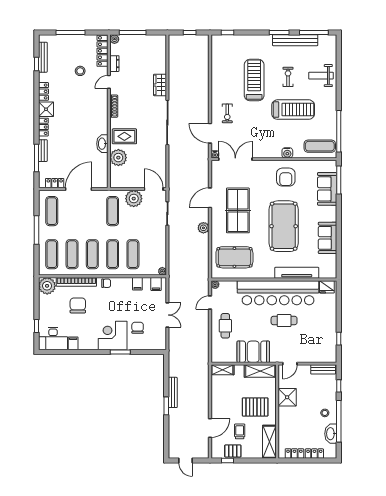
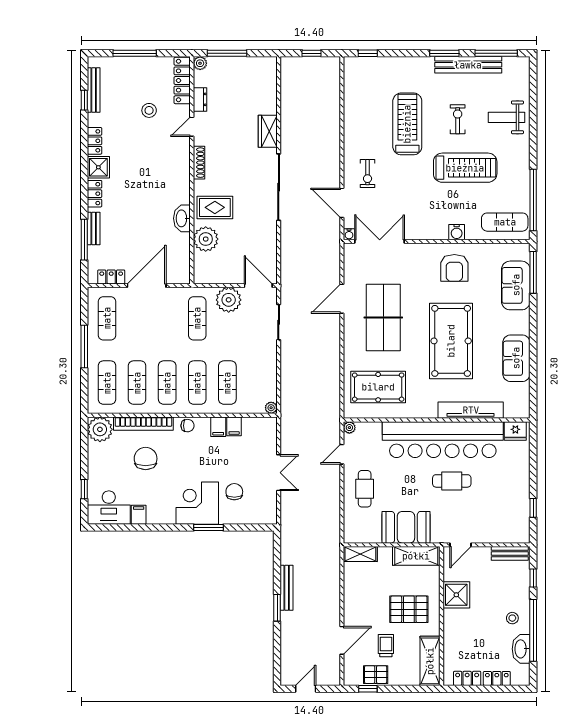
plant: (203, 228) -> (332, 343), removed
filing cabinet: (156, 284) -> (218, 427), moved
door: (186, 460) -> (306, 689), swing flipped

